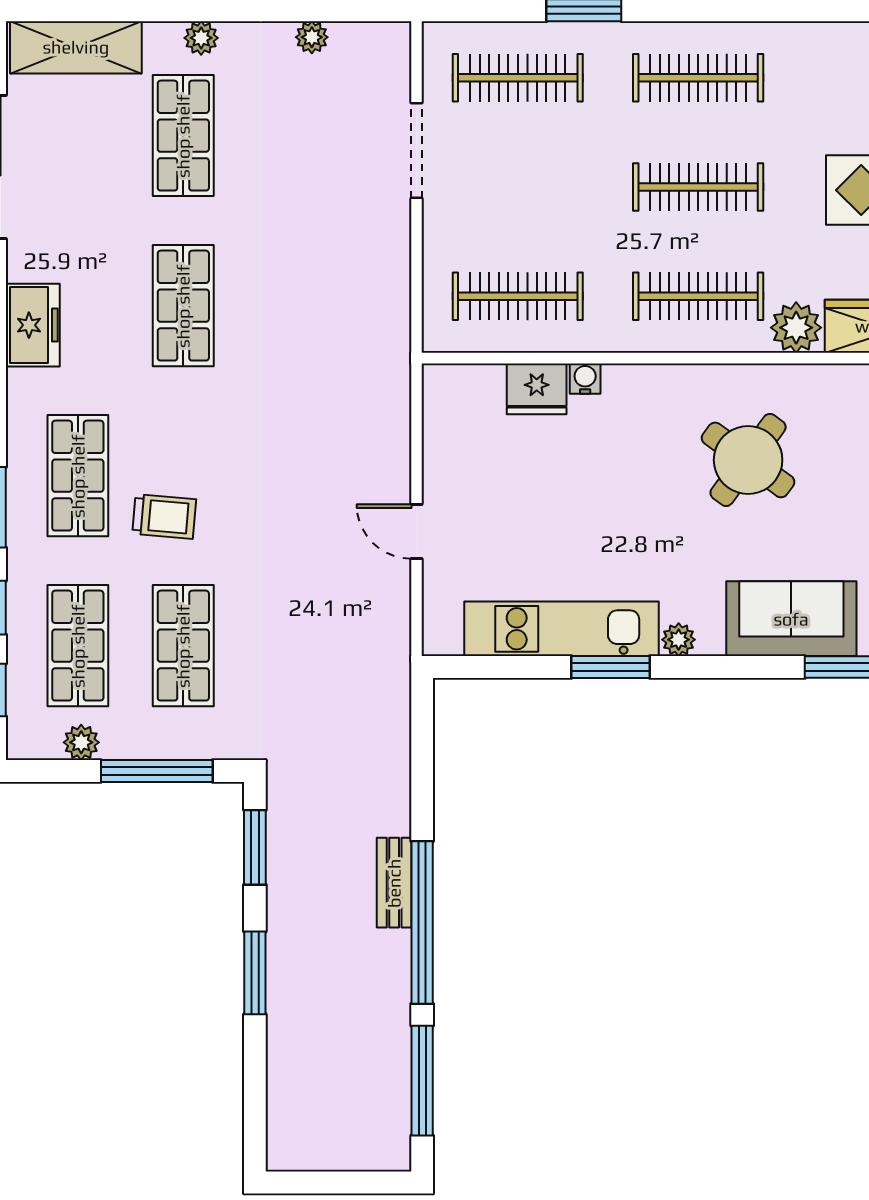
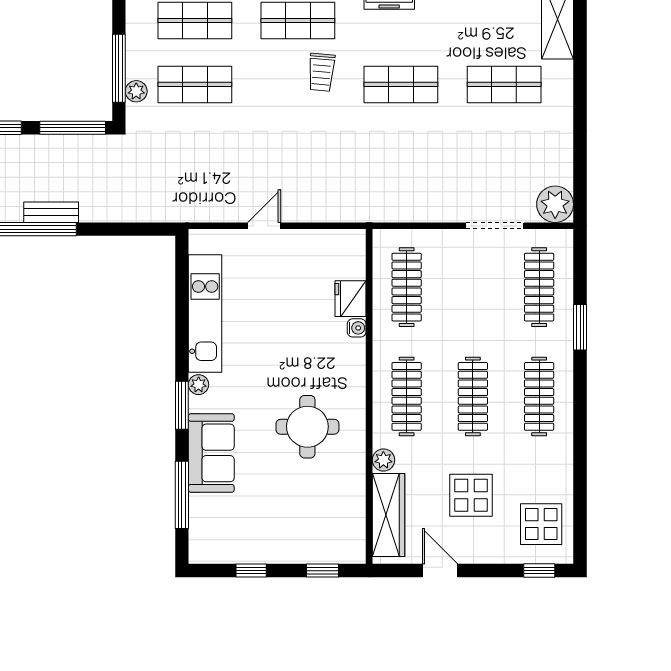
plant: (312, 37) -> (555, 204), moved, width x1.87, depth x1.87
plant: (201, 38) -> (563, 95), removed
plant: (796, 328) -> (383, 460), width x0.73, depth x0.73
round table: (748, 460) -> (307, 427), turned -36
trolley: (164, 516) -> (321, 72), moved
window: (610, 667) -> (182, 405), moved
plant: (81, 742) -> (136, 91), moved
window: (255, 847) -> (73, 128), width x1.44

